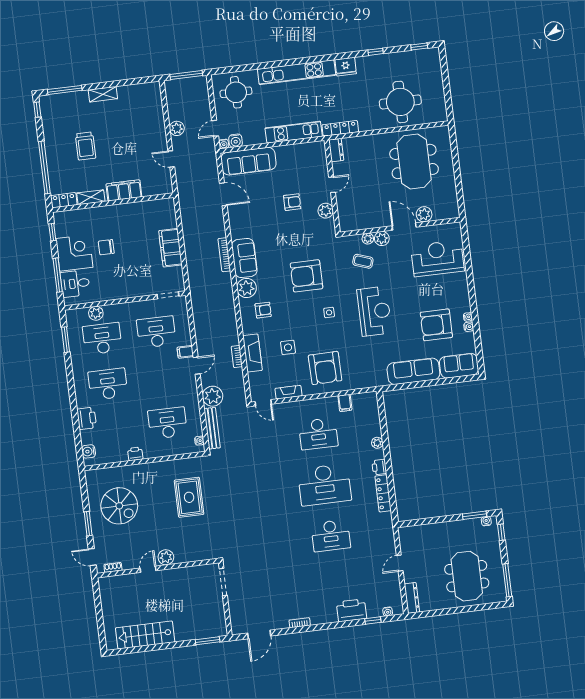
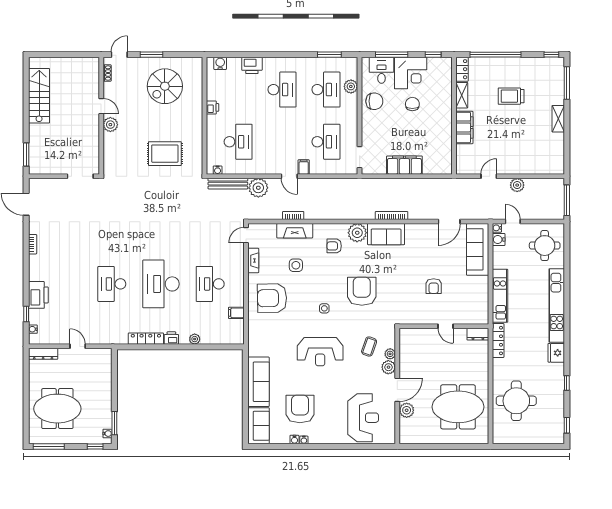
plant: (326, 211) -> (422, 317), removed
chair: (108, 287) -> (374, 101), added
armchair: (263, 310) -> (334, 246), turned 90

